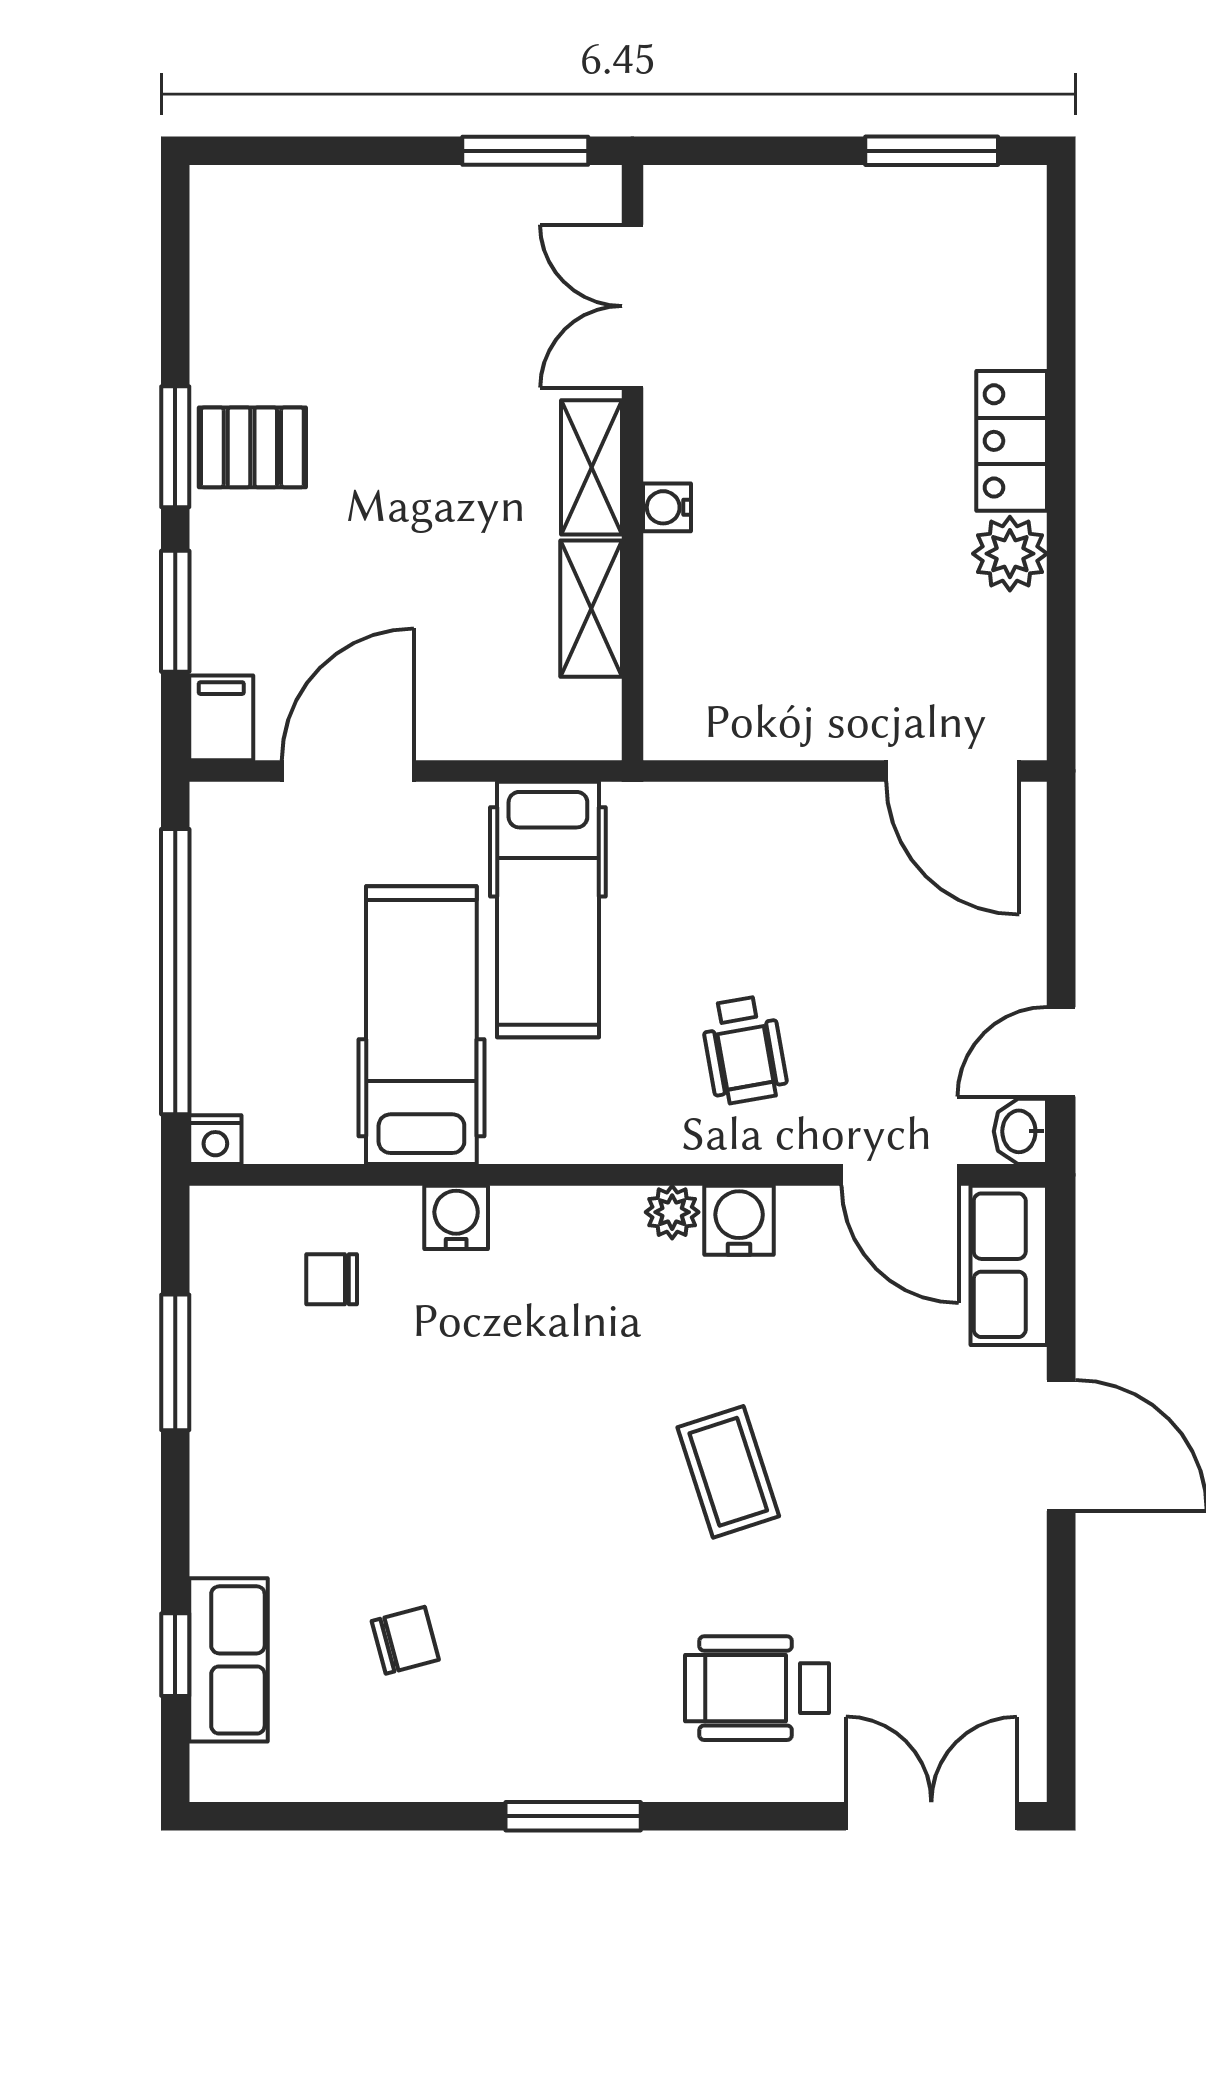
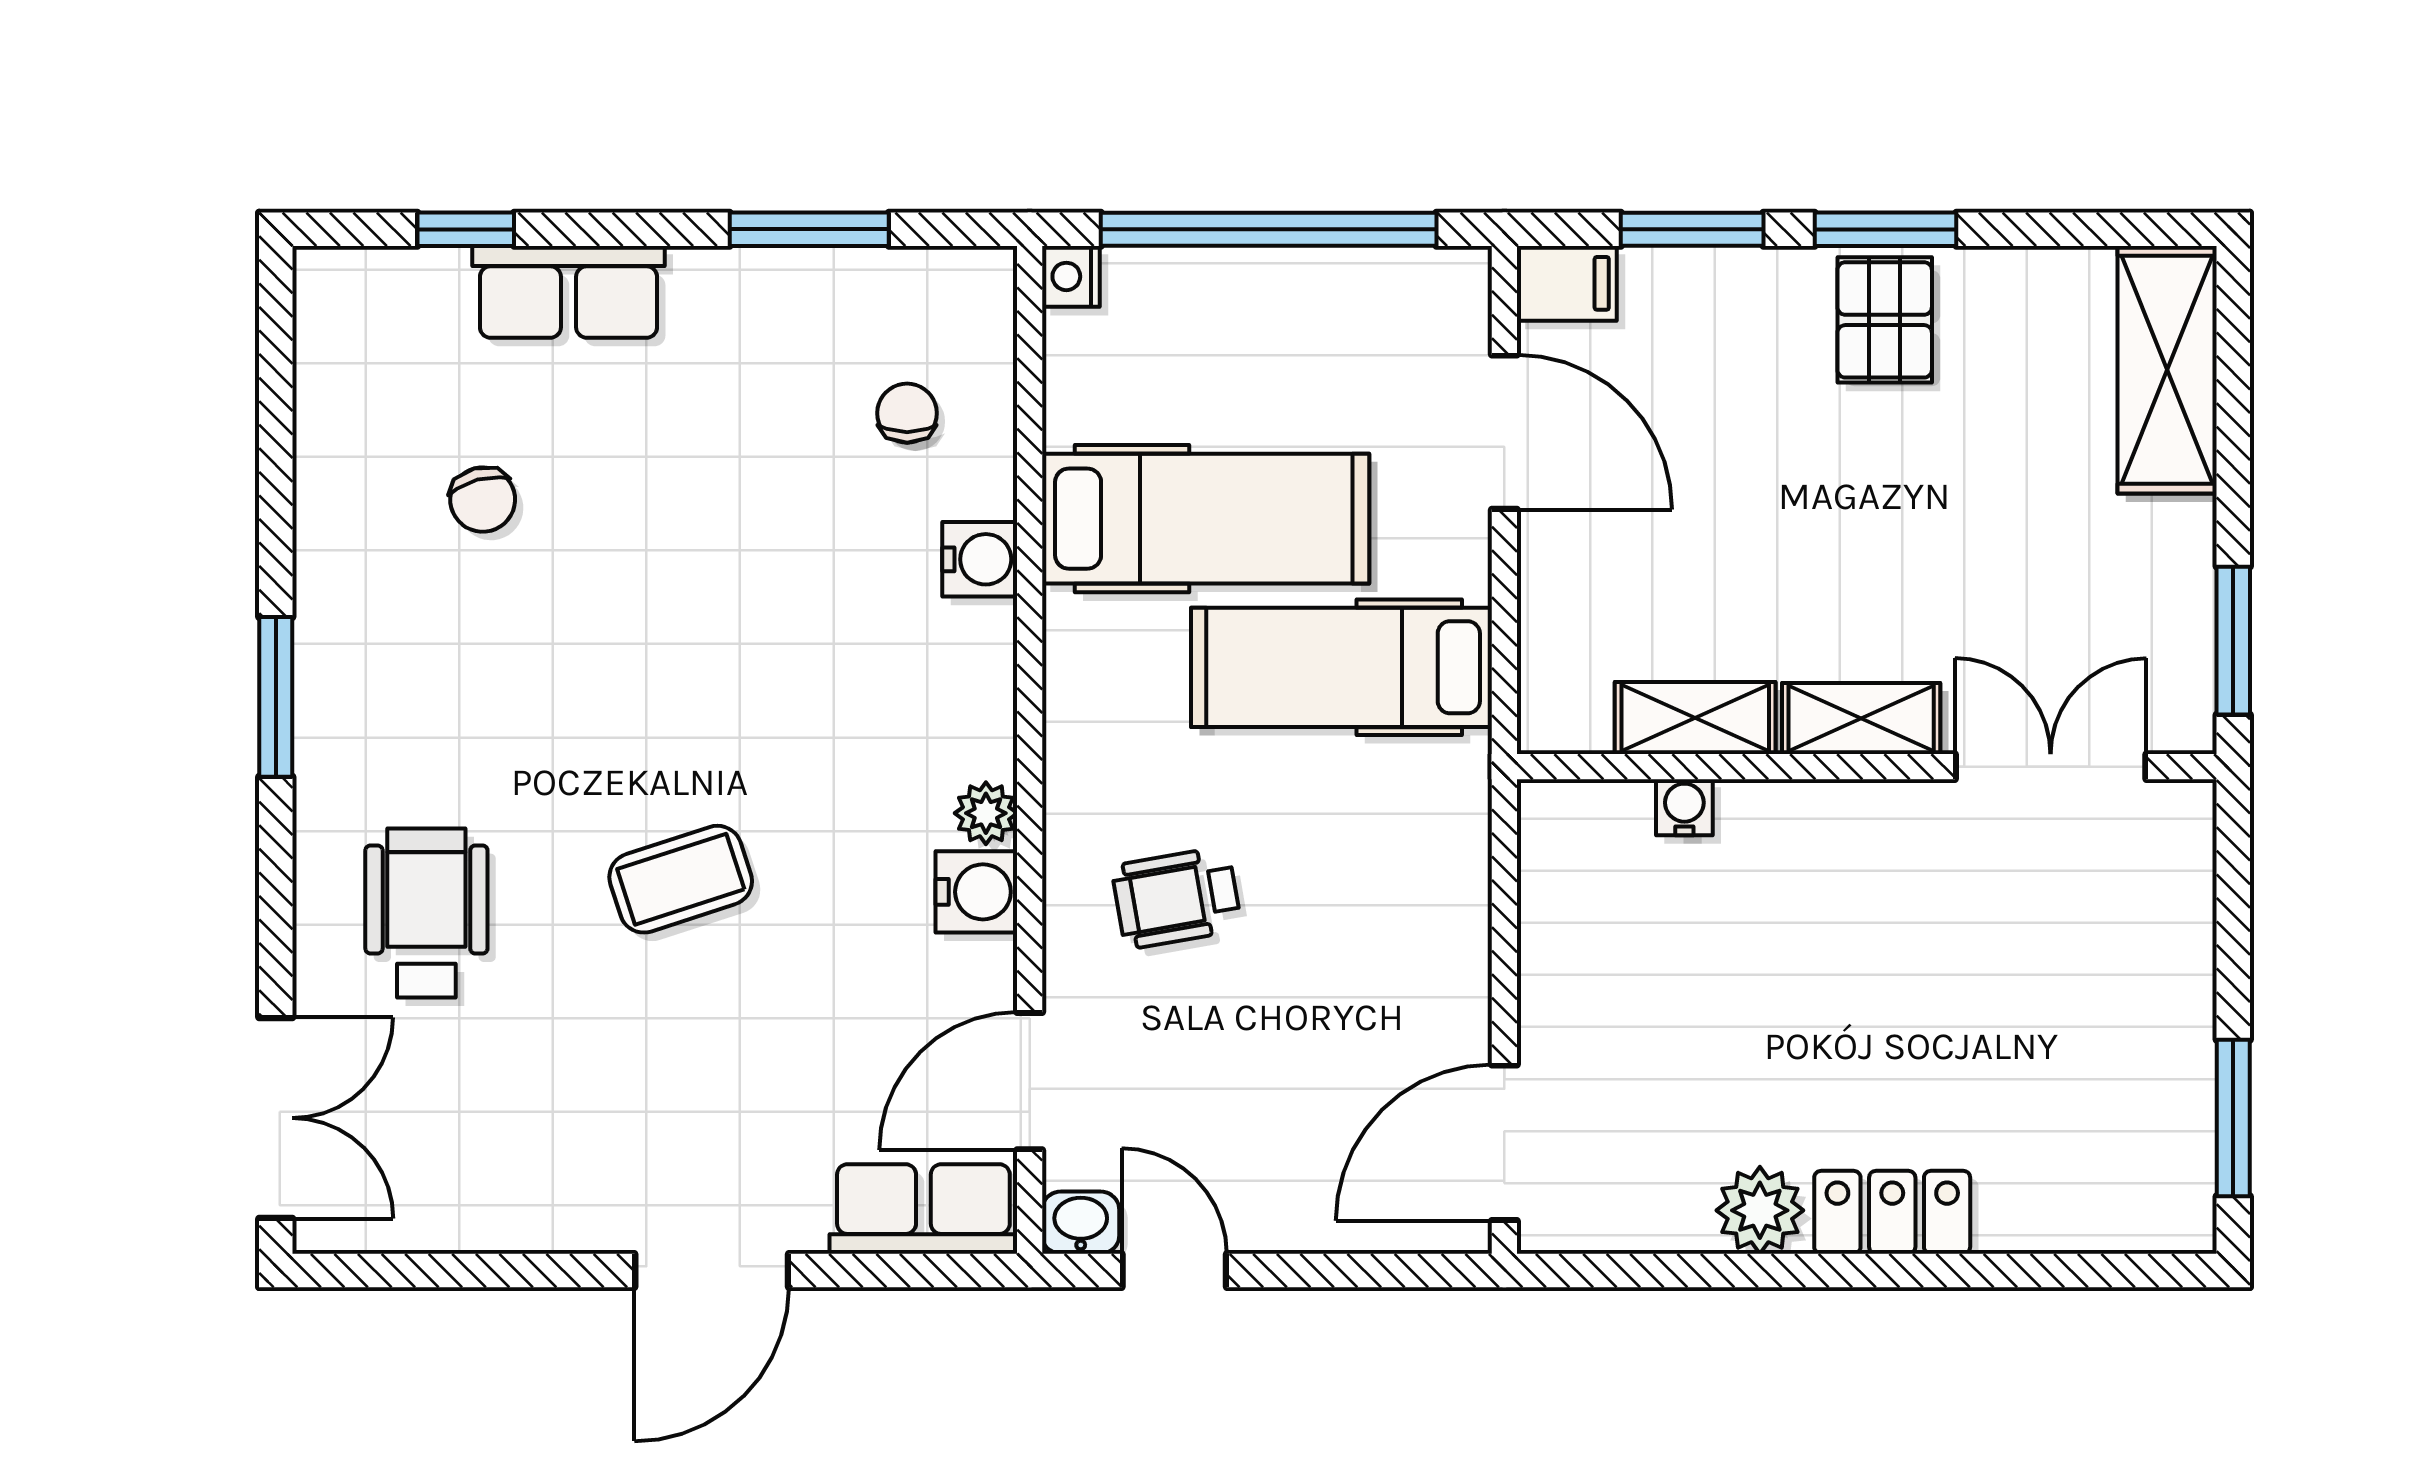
shelving: (295, 207) -> (2167, 370), added
water cooler: (667, 507) -> (1684, 807), moved
row of seats: (229, 1660) -> (569, 292), moved

